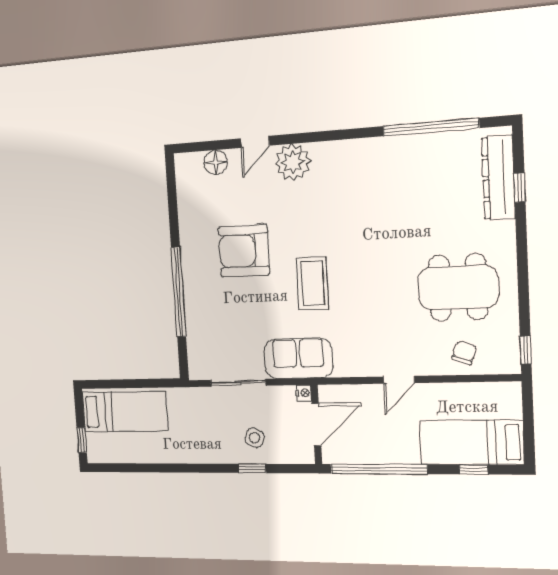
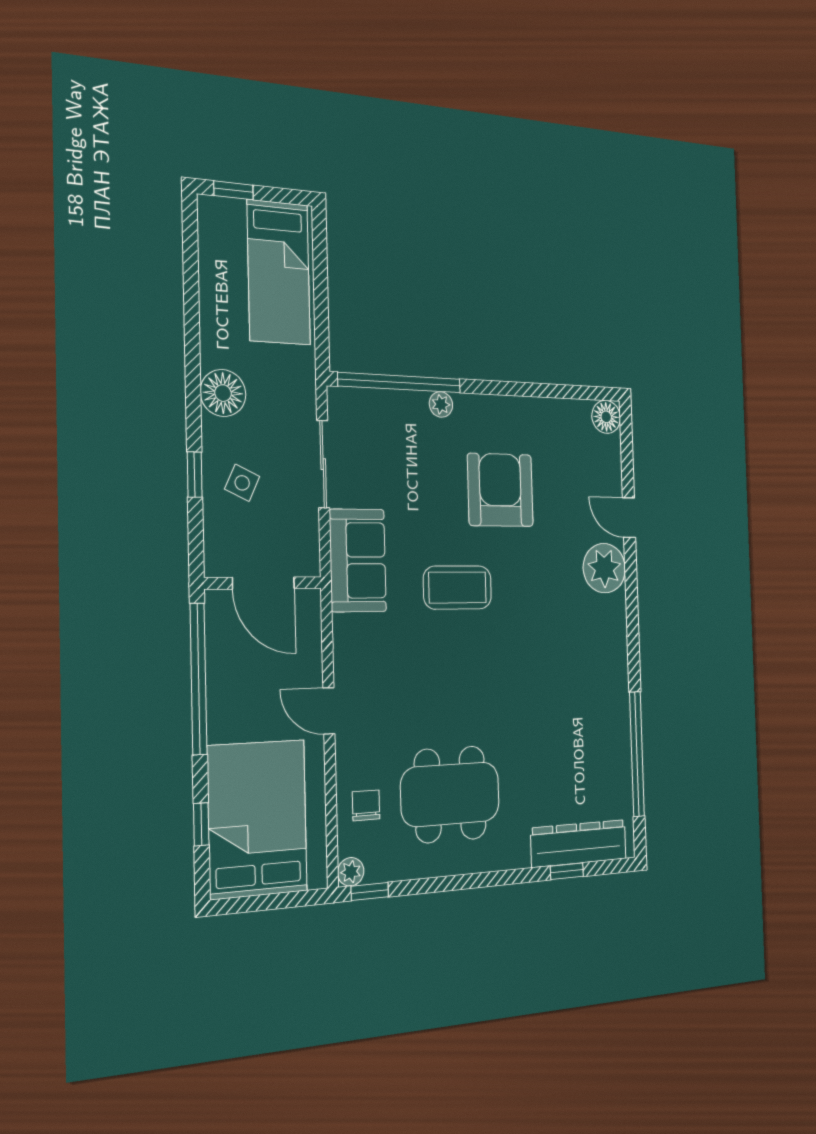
floor lamp: (216, 162) -> (606, 417), moved
dining table: (458, 287) -> (450, 794), turned 90
window: (179, 292) -> (400, 383), moved
plant: (192, 298) -> (441, 404), added
chair: (464, 353) -> (366, 805), turned -110
plant: (511, 364) -> (351, 872), added
nightstand: (304, 393) -> (309, 566), removed
bed: (472, 442) -> (257, 819), width x1.50
floor lamp: (201, 449) -> (223, 393), added

